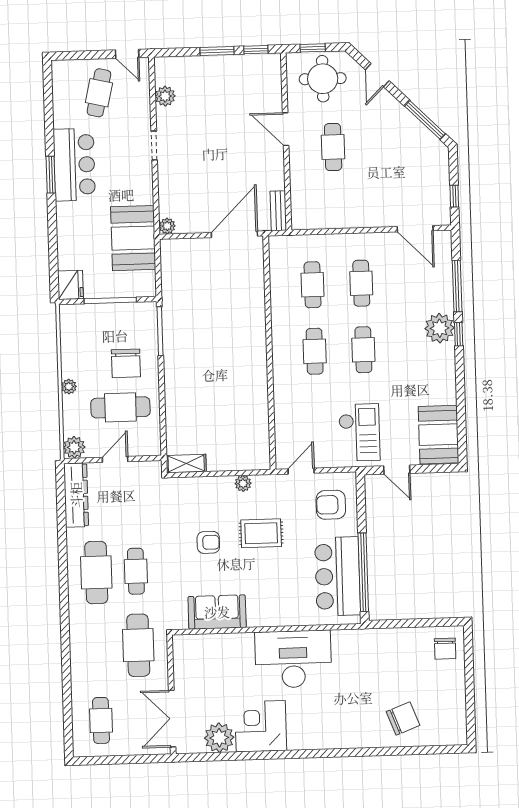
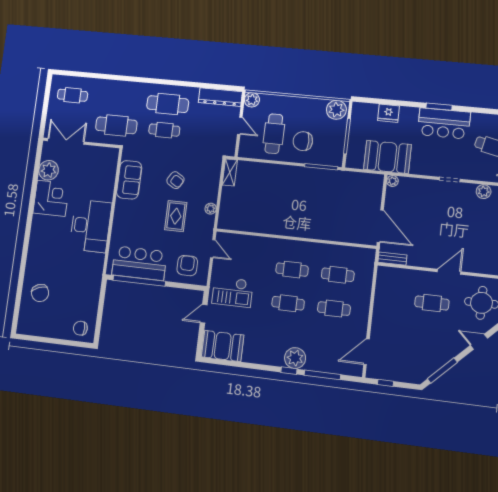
fridge: (70, 285) -> (388, 113), moved
plant: (69, 387) -> (336, 110), moved, width x1.87, depth x1.87
armchair: (208, 542) -> (175, 180), turned -59

